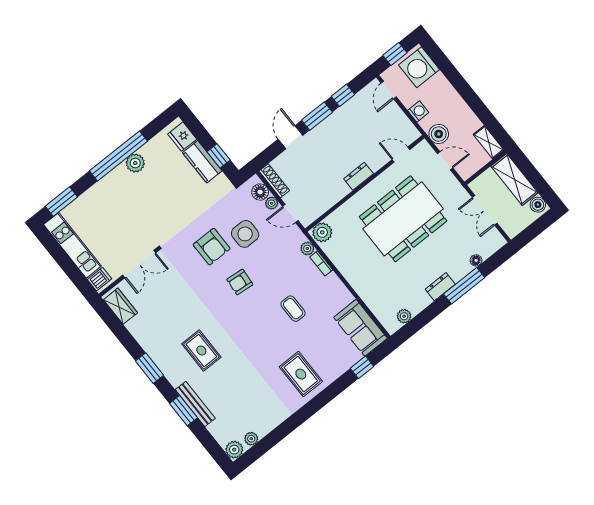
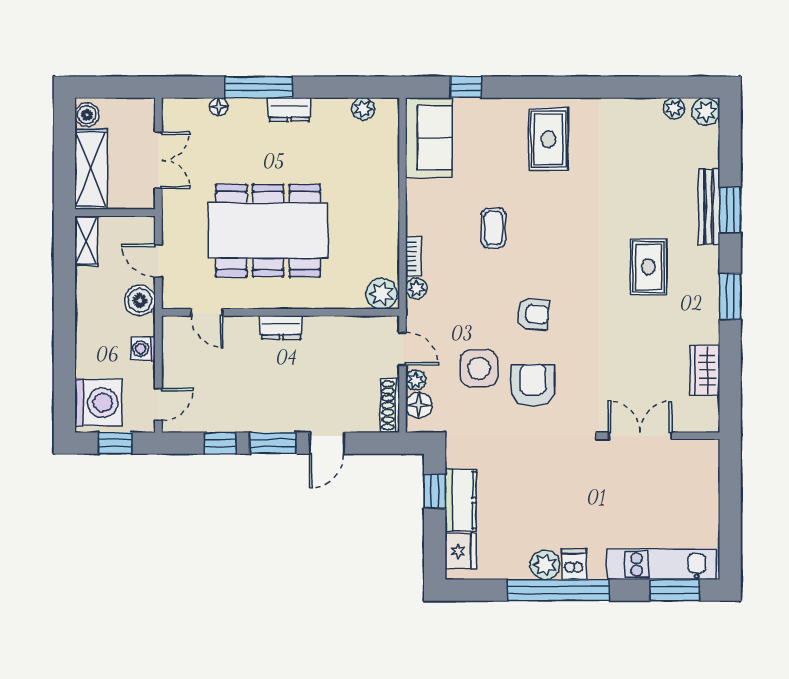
kitchen unit: (72, 245) -> (662, 564), moved, turned 90
dishwasher: (99, 279) -> (574, 564), moved, turned 90
wardrobe: (120, 306) -> (705, 370), moved

